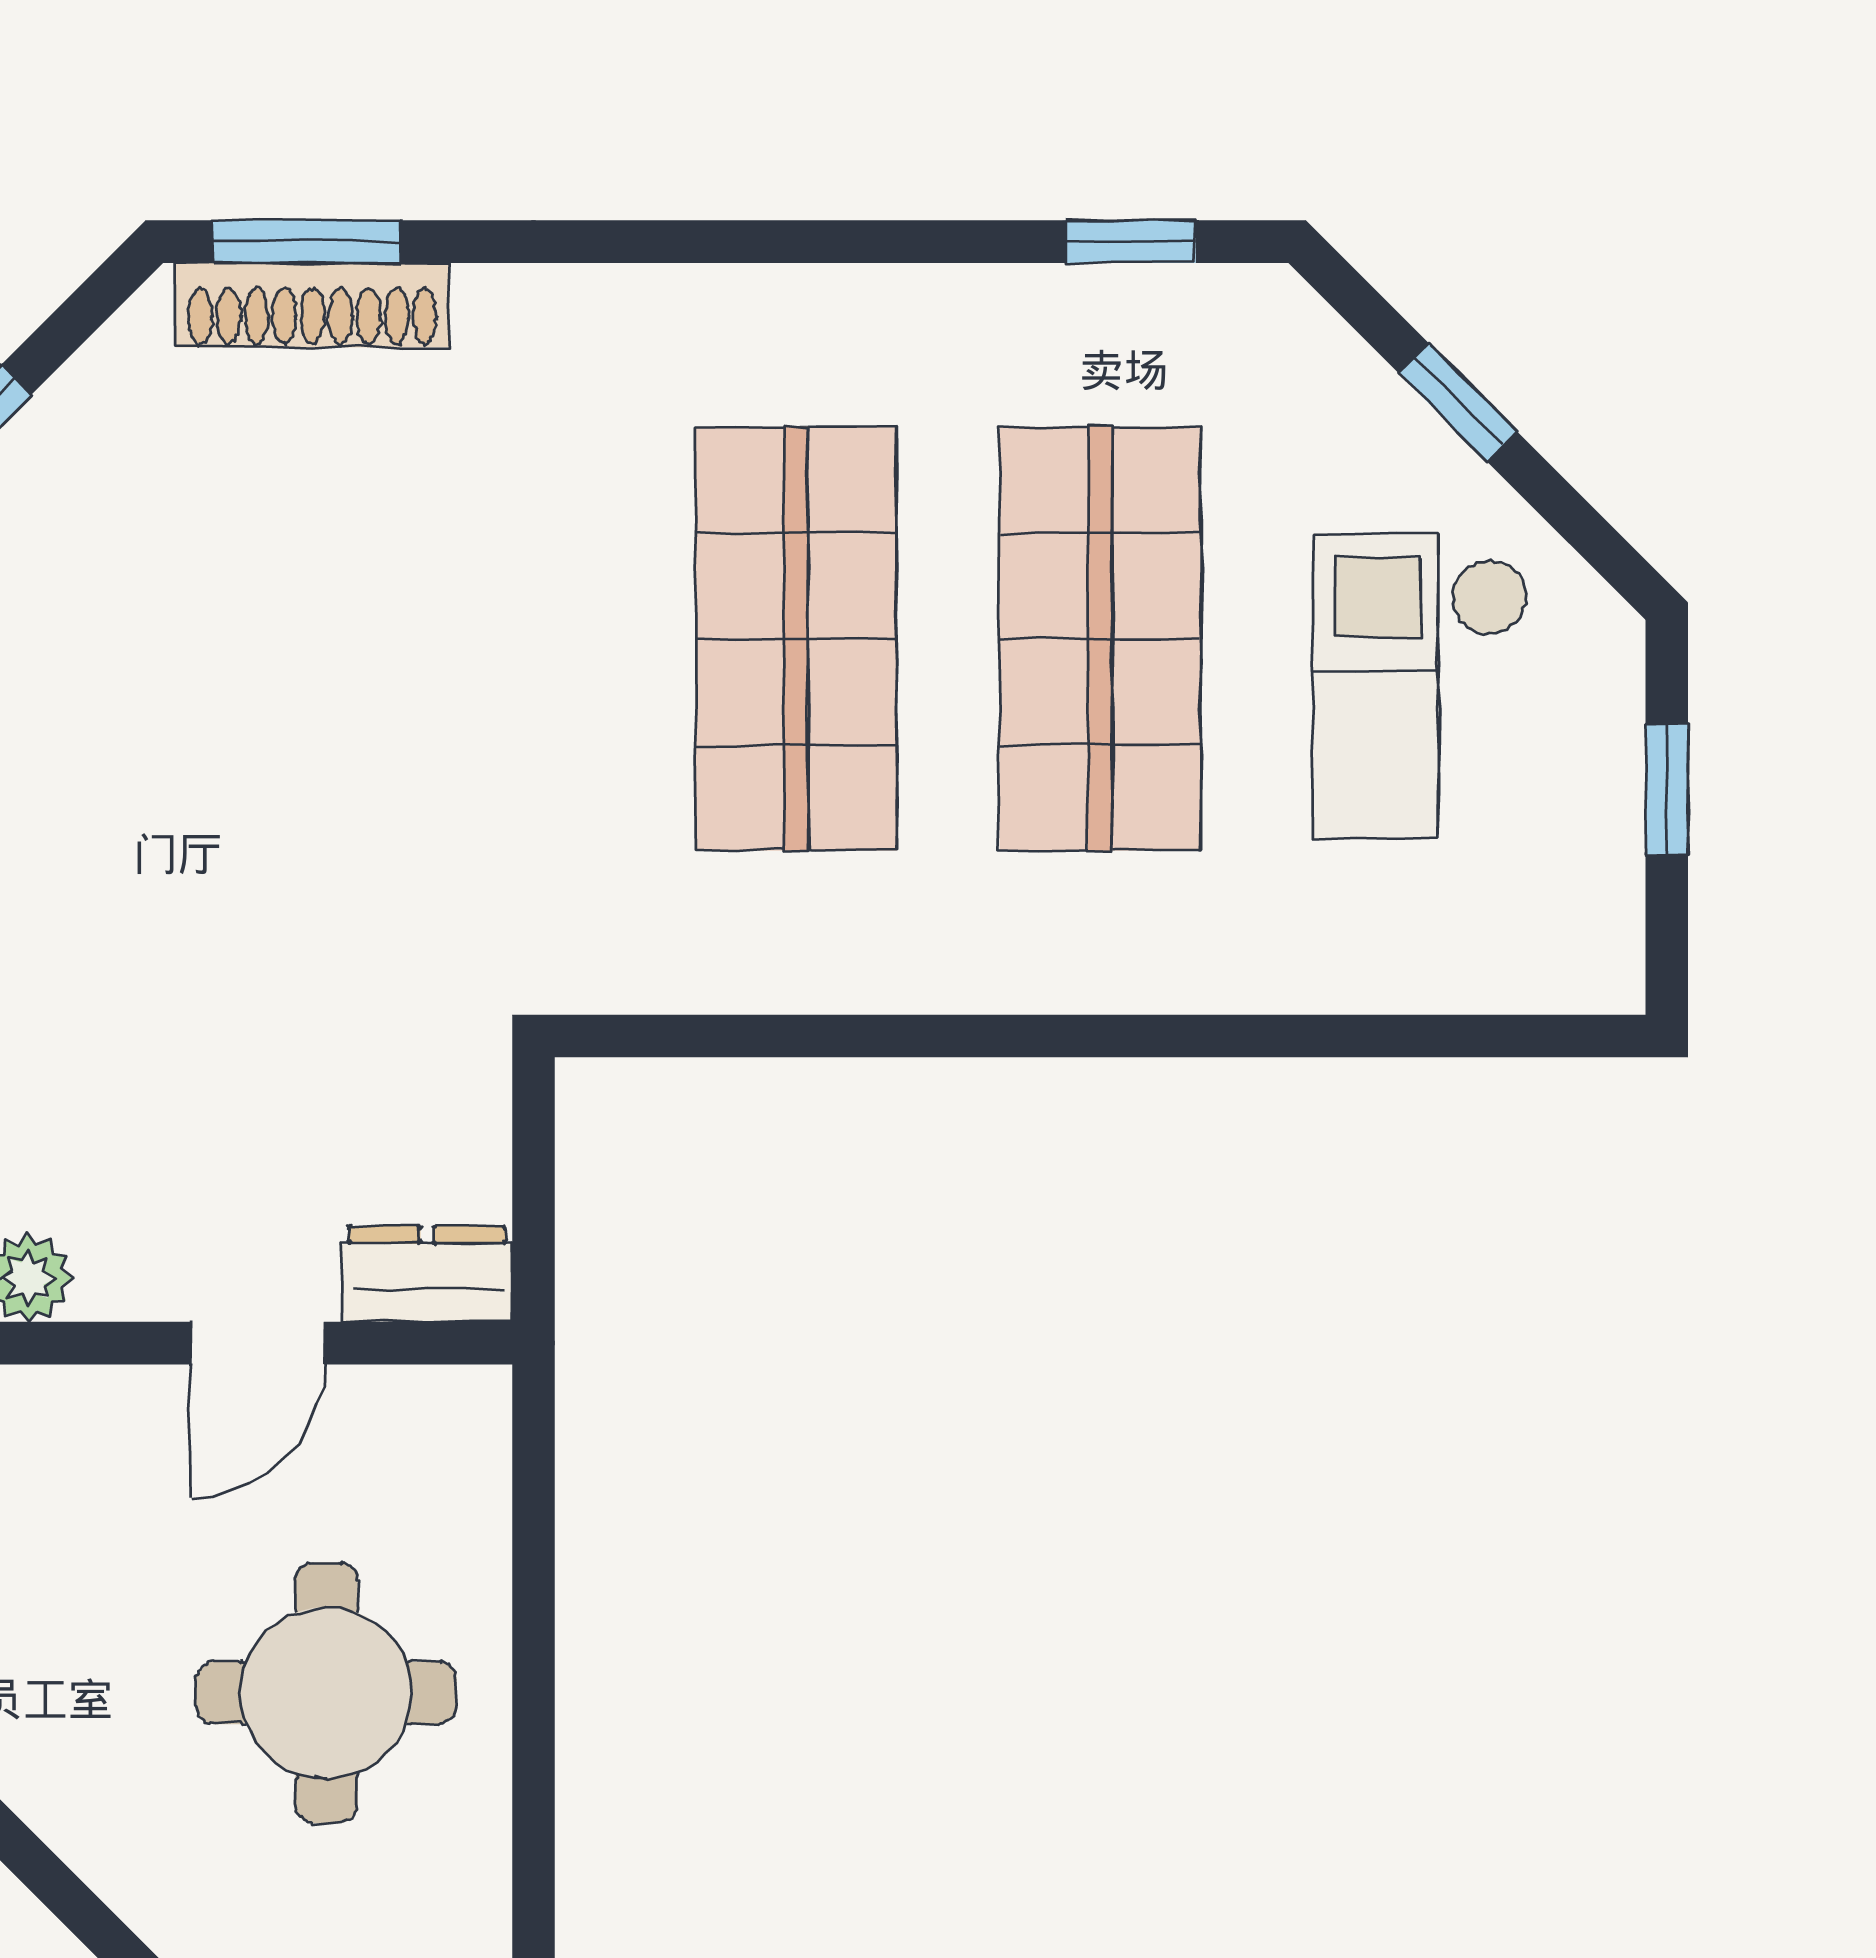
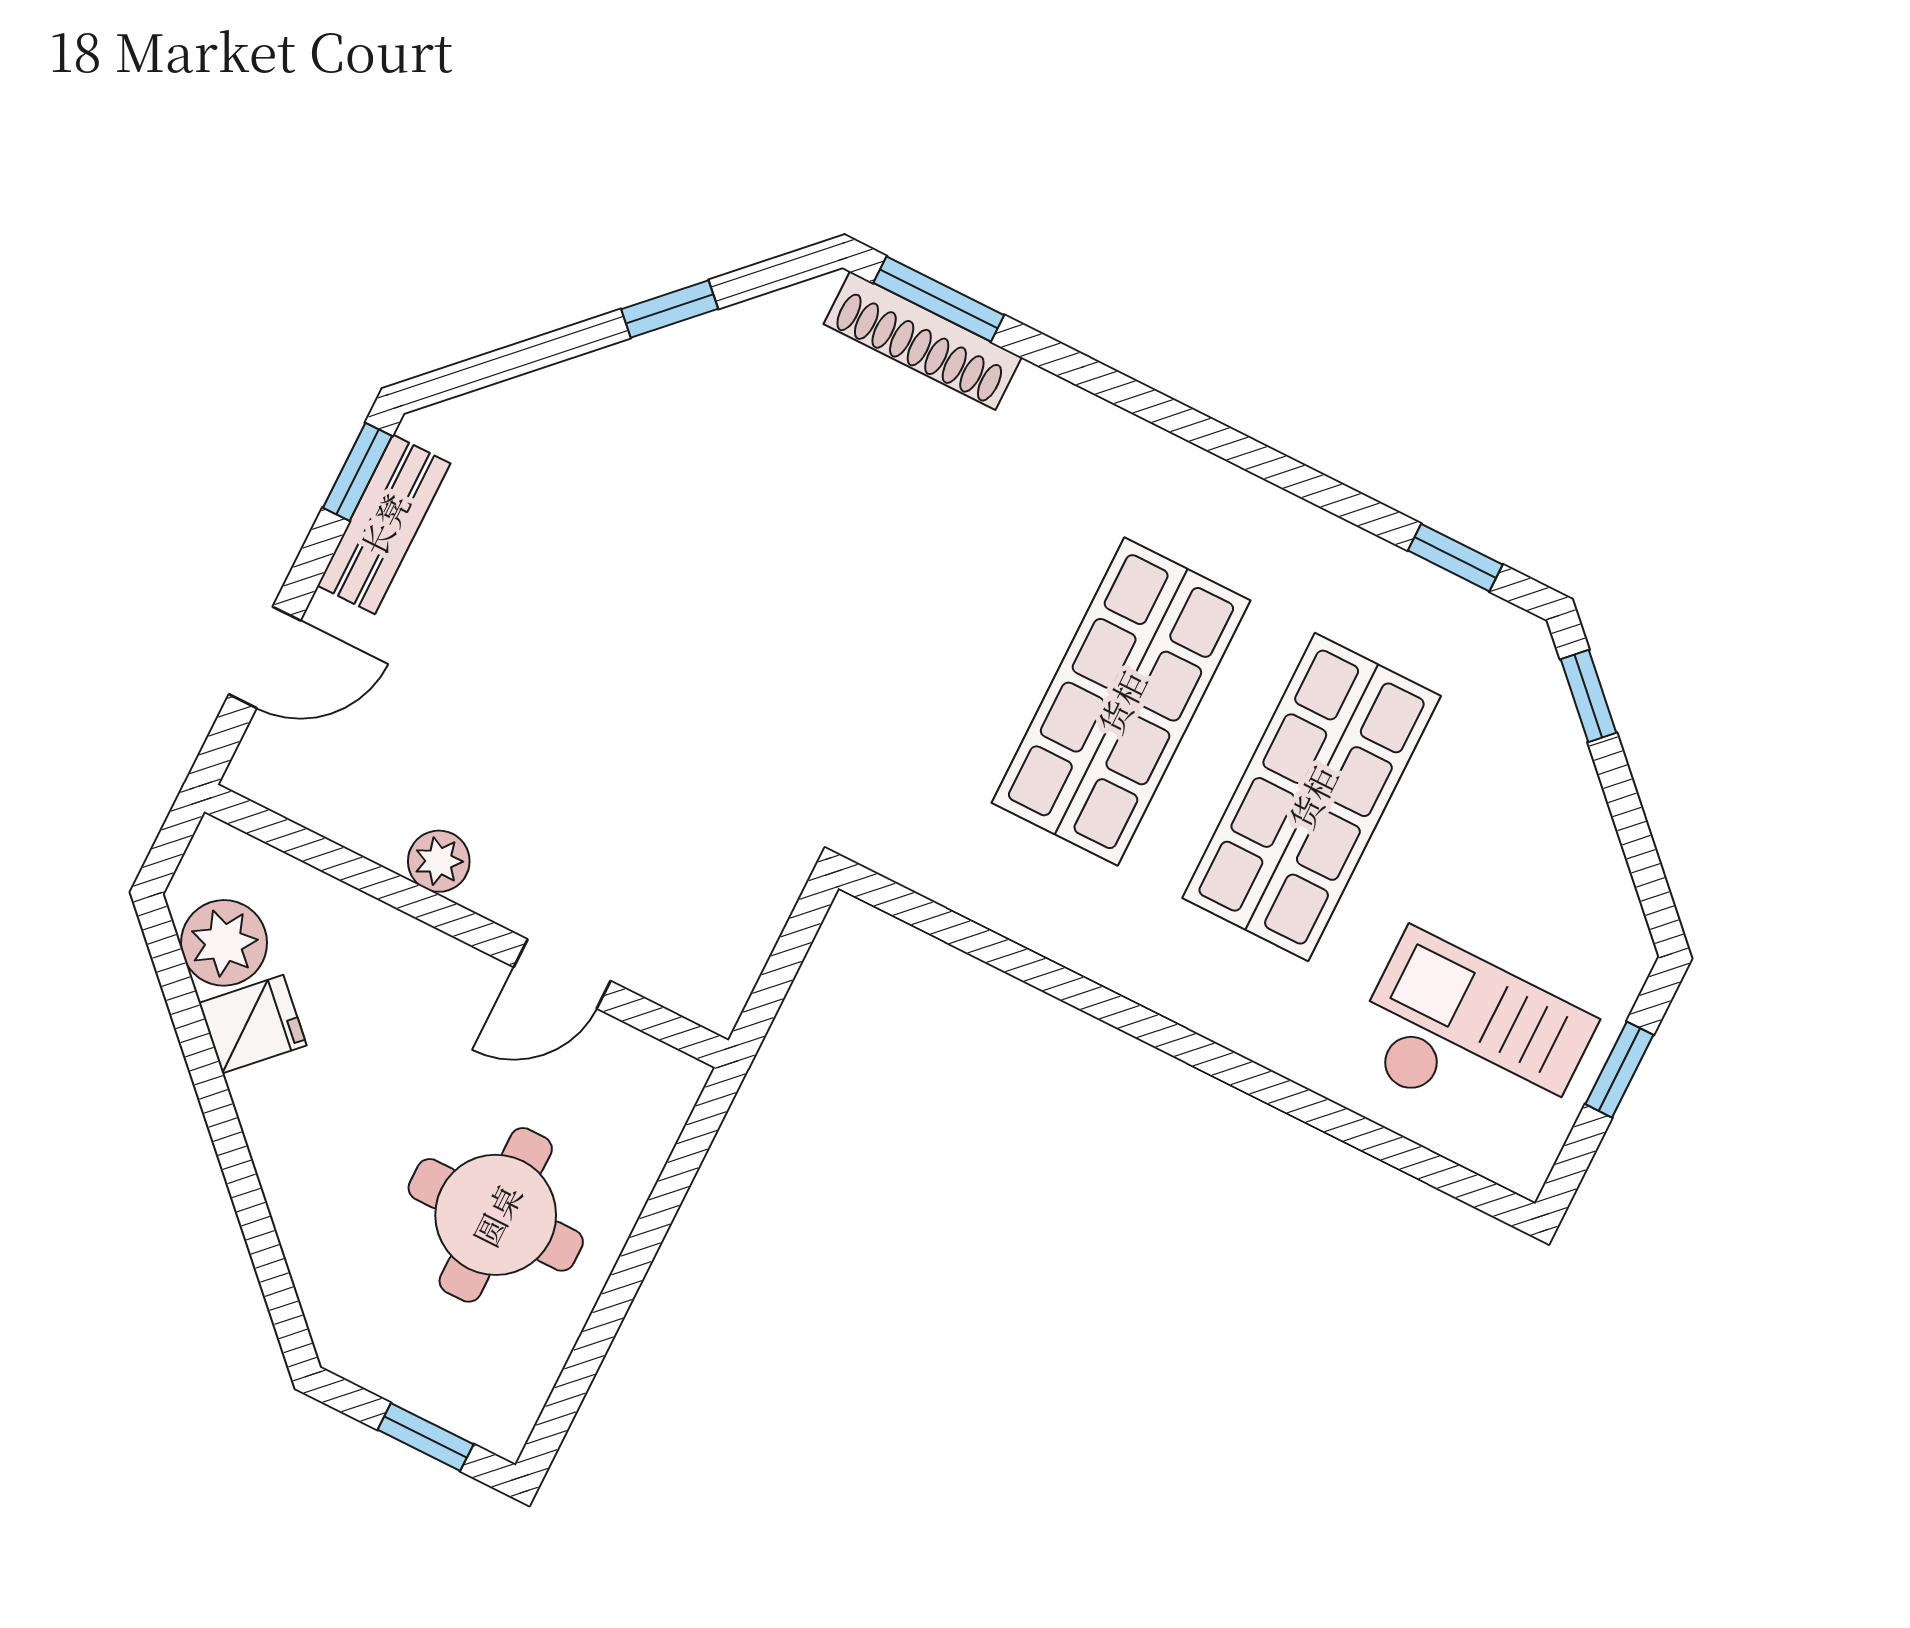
window: (1458, 402) -> (1588, 696), moved
checkout: (1421, 686) -> (1471, 1038), moved, turned 90
dresser: (427, 1274) -> (690, 984), removed

